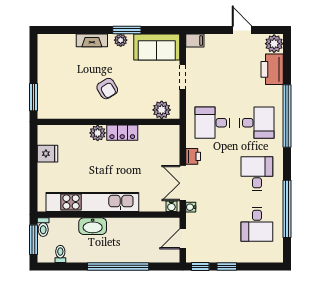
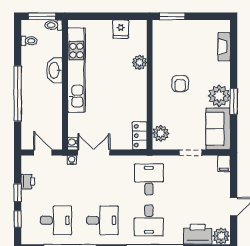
fireplace: (92, 40) -> (224, 47), moved
plant: (121, 40) -> (219, 96), width x1.87, depth x1.87
armchair: (107, 89) -> (180, 84), turned -59
plant: (98, 133) -> (140, 62), moved
locker: (122, 133) -> (140, 136), moved
printer: (193, 156) -> (28, 182), moved, turned -90
desk: (257, 224) -> (56, 220), turned 180
window: (200, 266) -> (18, 219), moved

